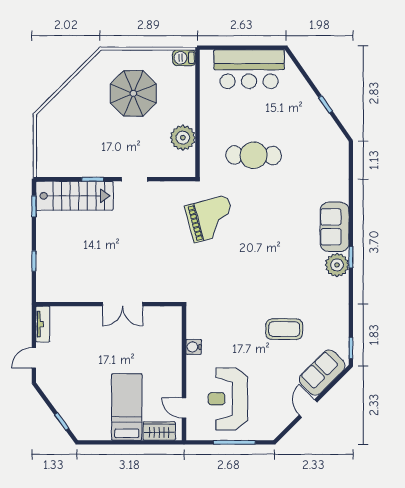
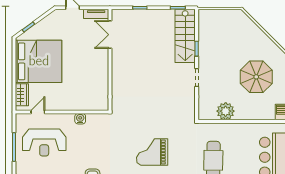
grand piano: (211, 219) -> (152, 152), moved, turned 105
double door: (123, 304) -> (110, 35), moved
reception desk: (228, 399) -> (44, 142), turned 180
bed: (127, 407) -> (39, 61), width x2.04

